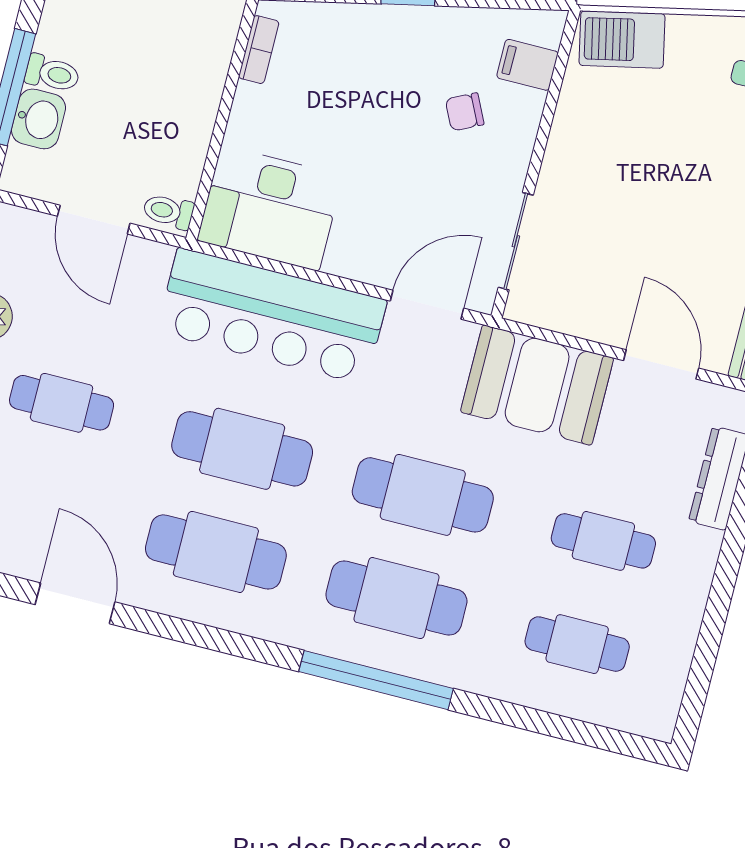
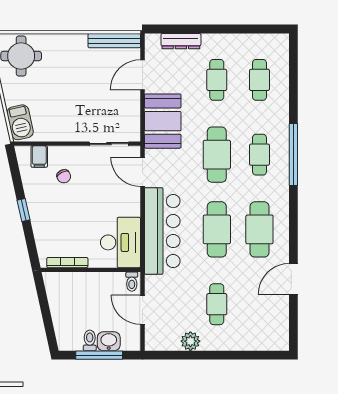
bookcase: (259, 50) -> (67, 263), width x1.56
door: (94, 220) -> (142, 310), swing flipped
cafe table: (396, 598) -> (259, 155), width x0.73, depth x0.74

